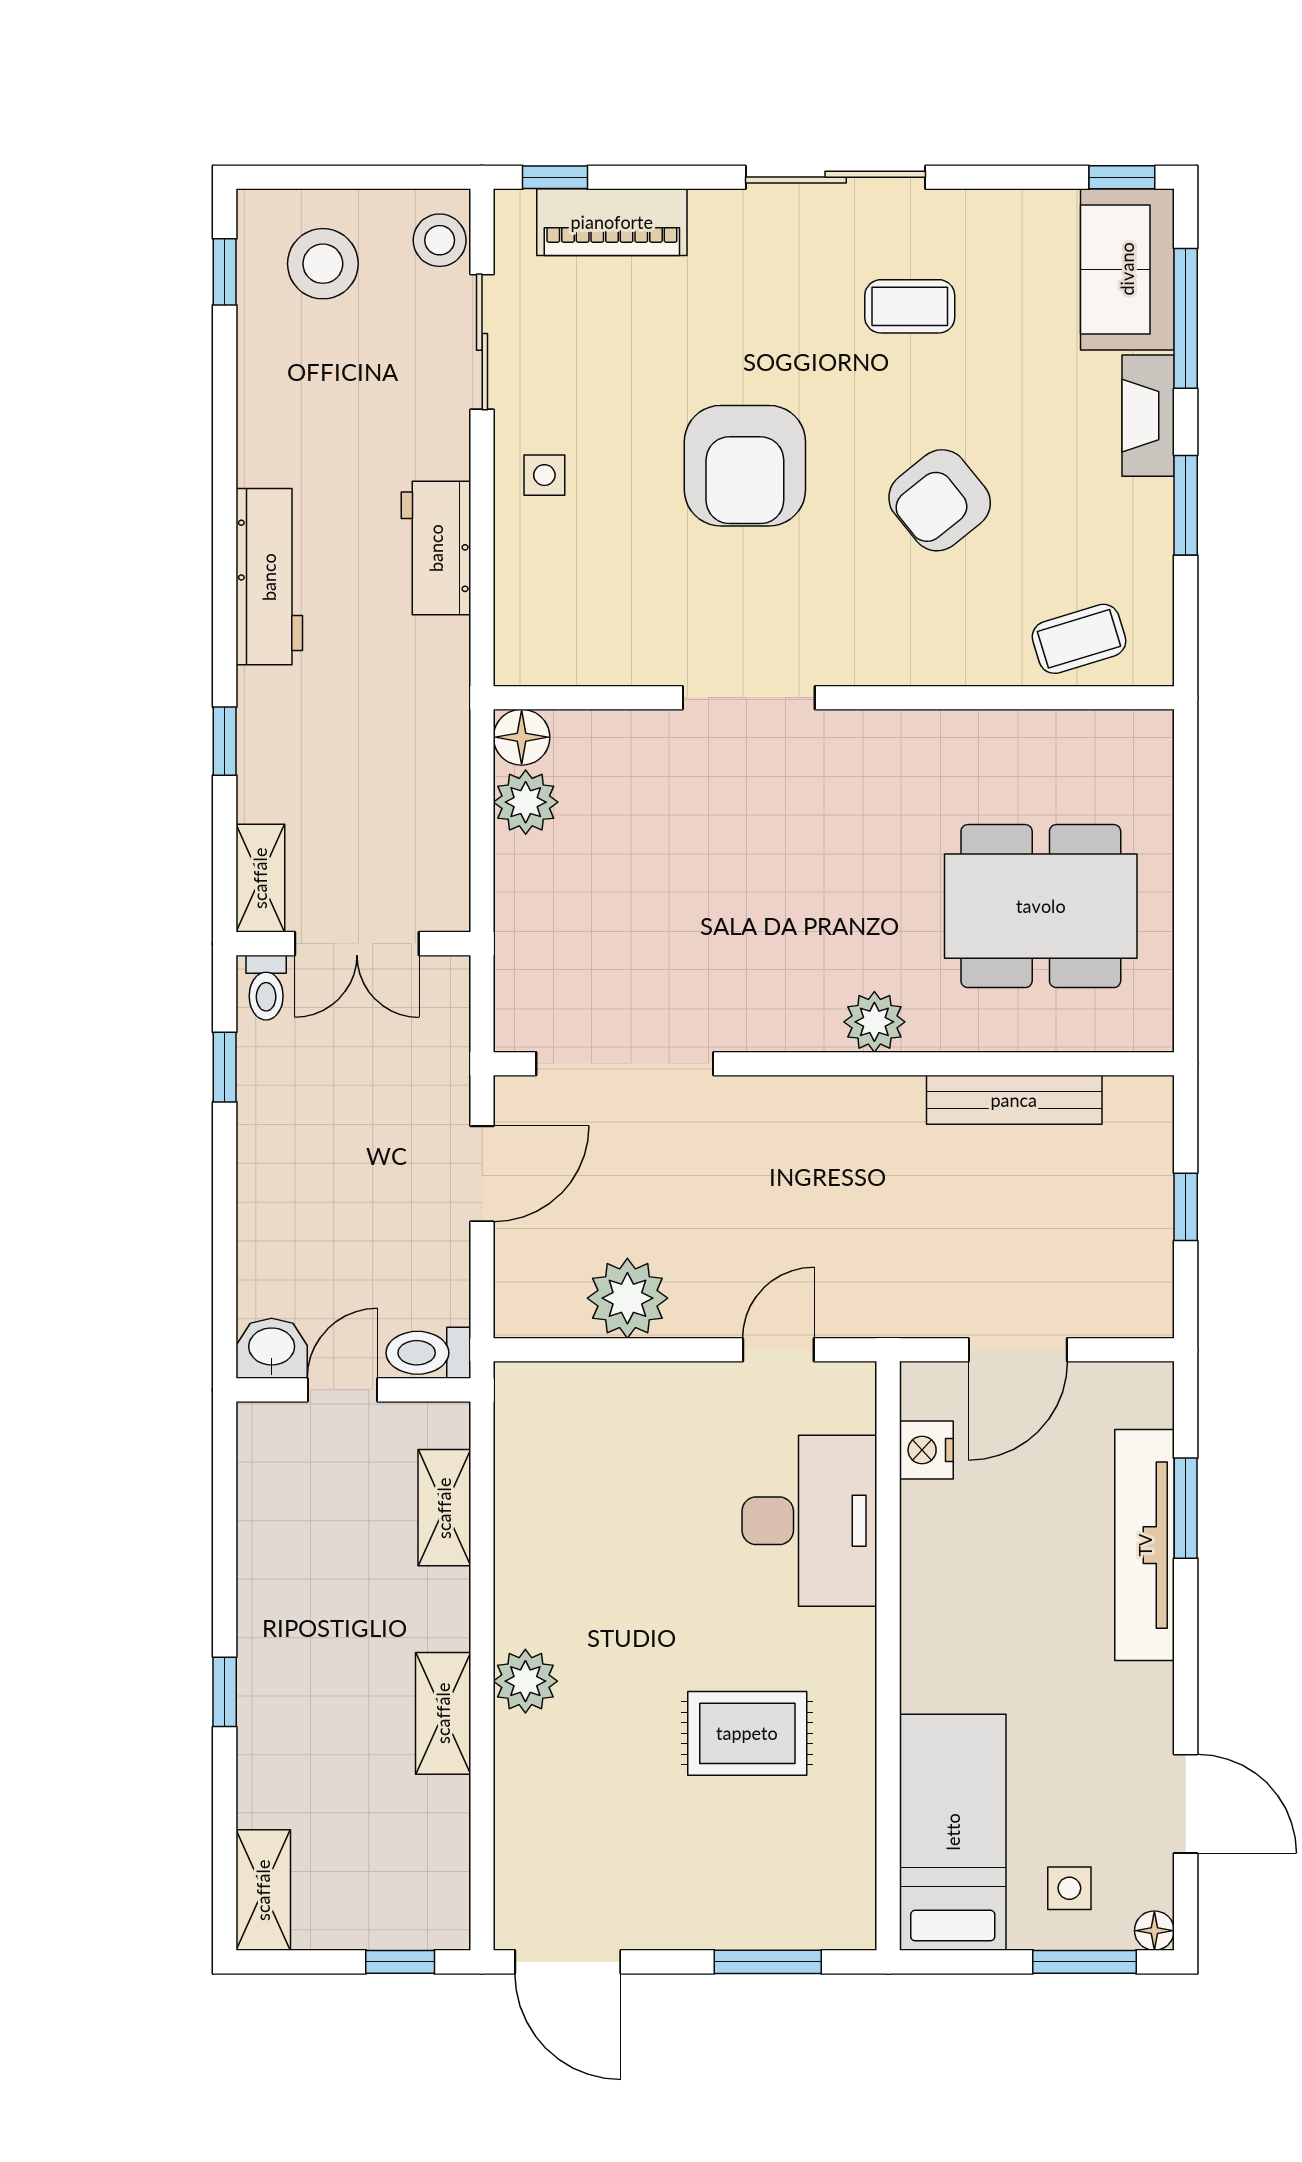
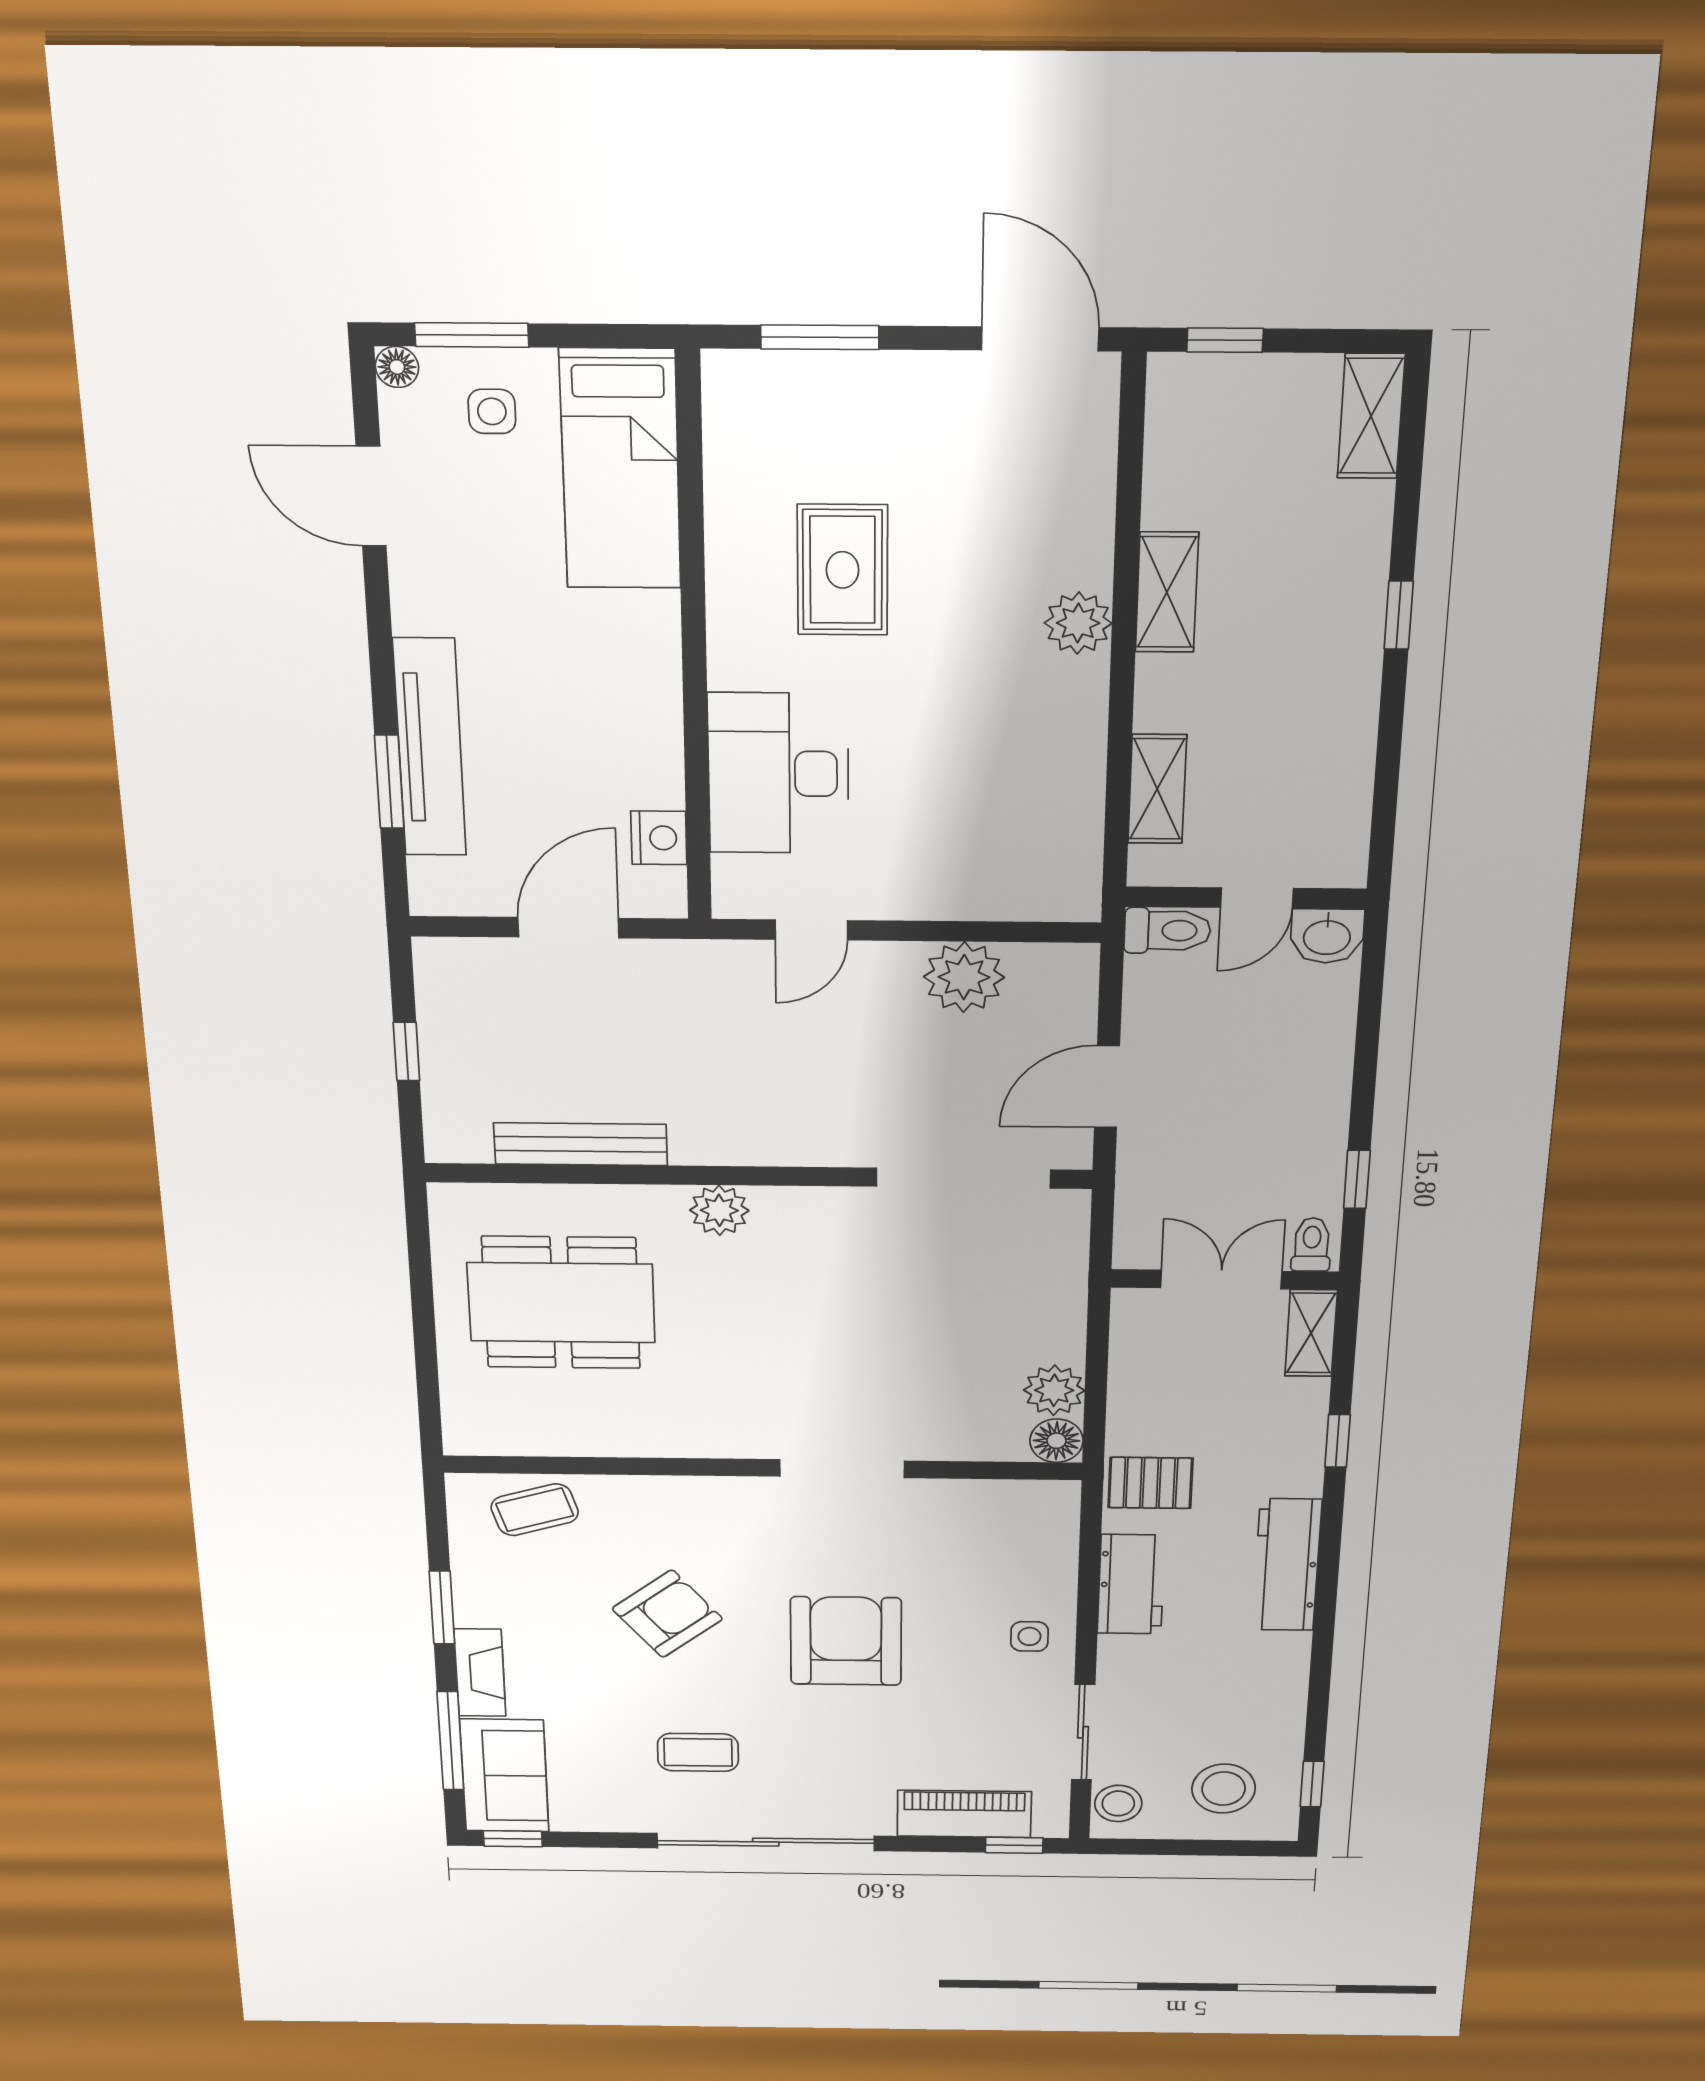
sliding door: (836, 177) -> (766, 1842), width x1.36
pallet: (420, 684) -> (1150, 1483), added
rug: (747, 1733) -> (843, 570), turned 90

